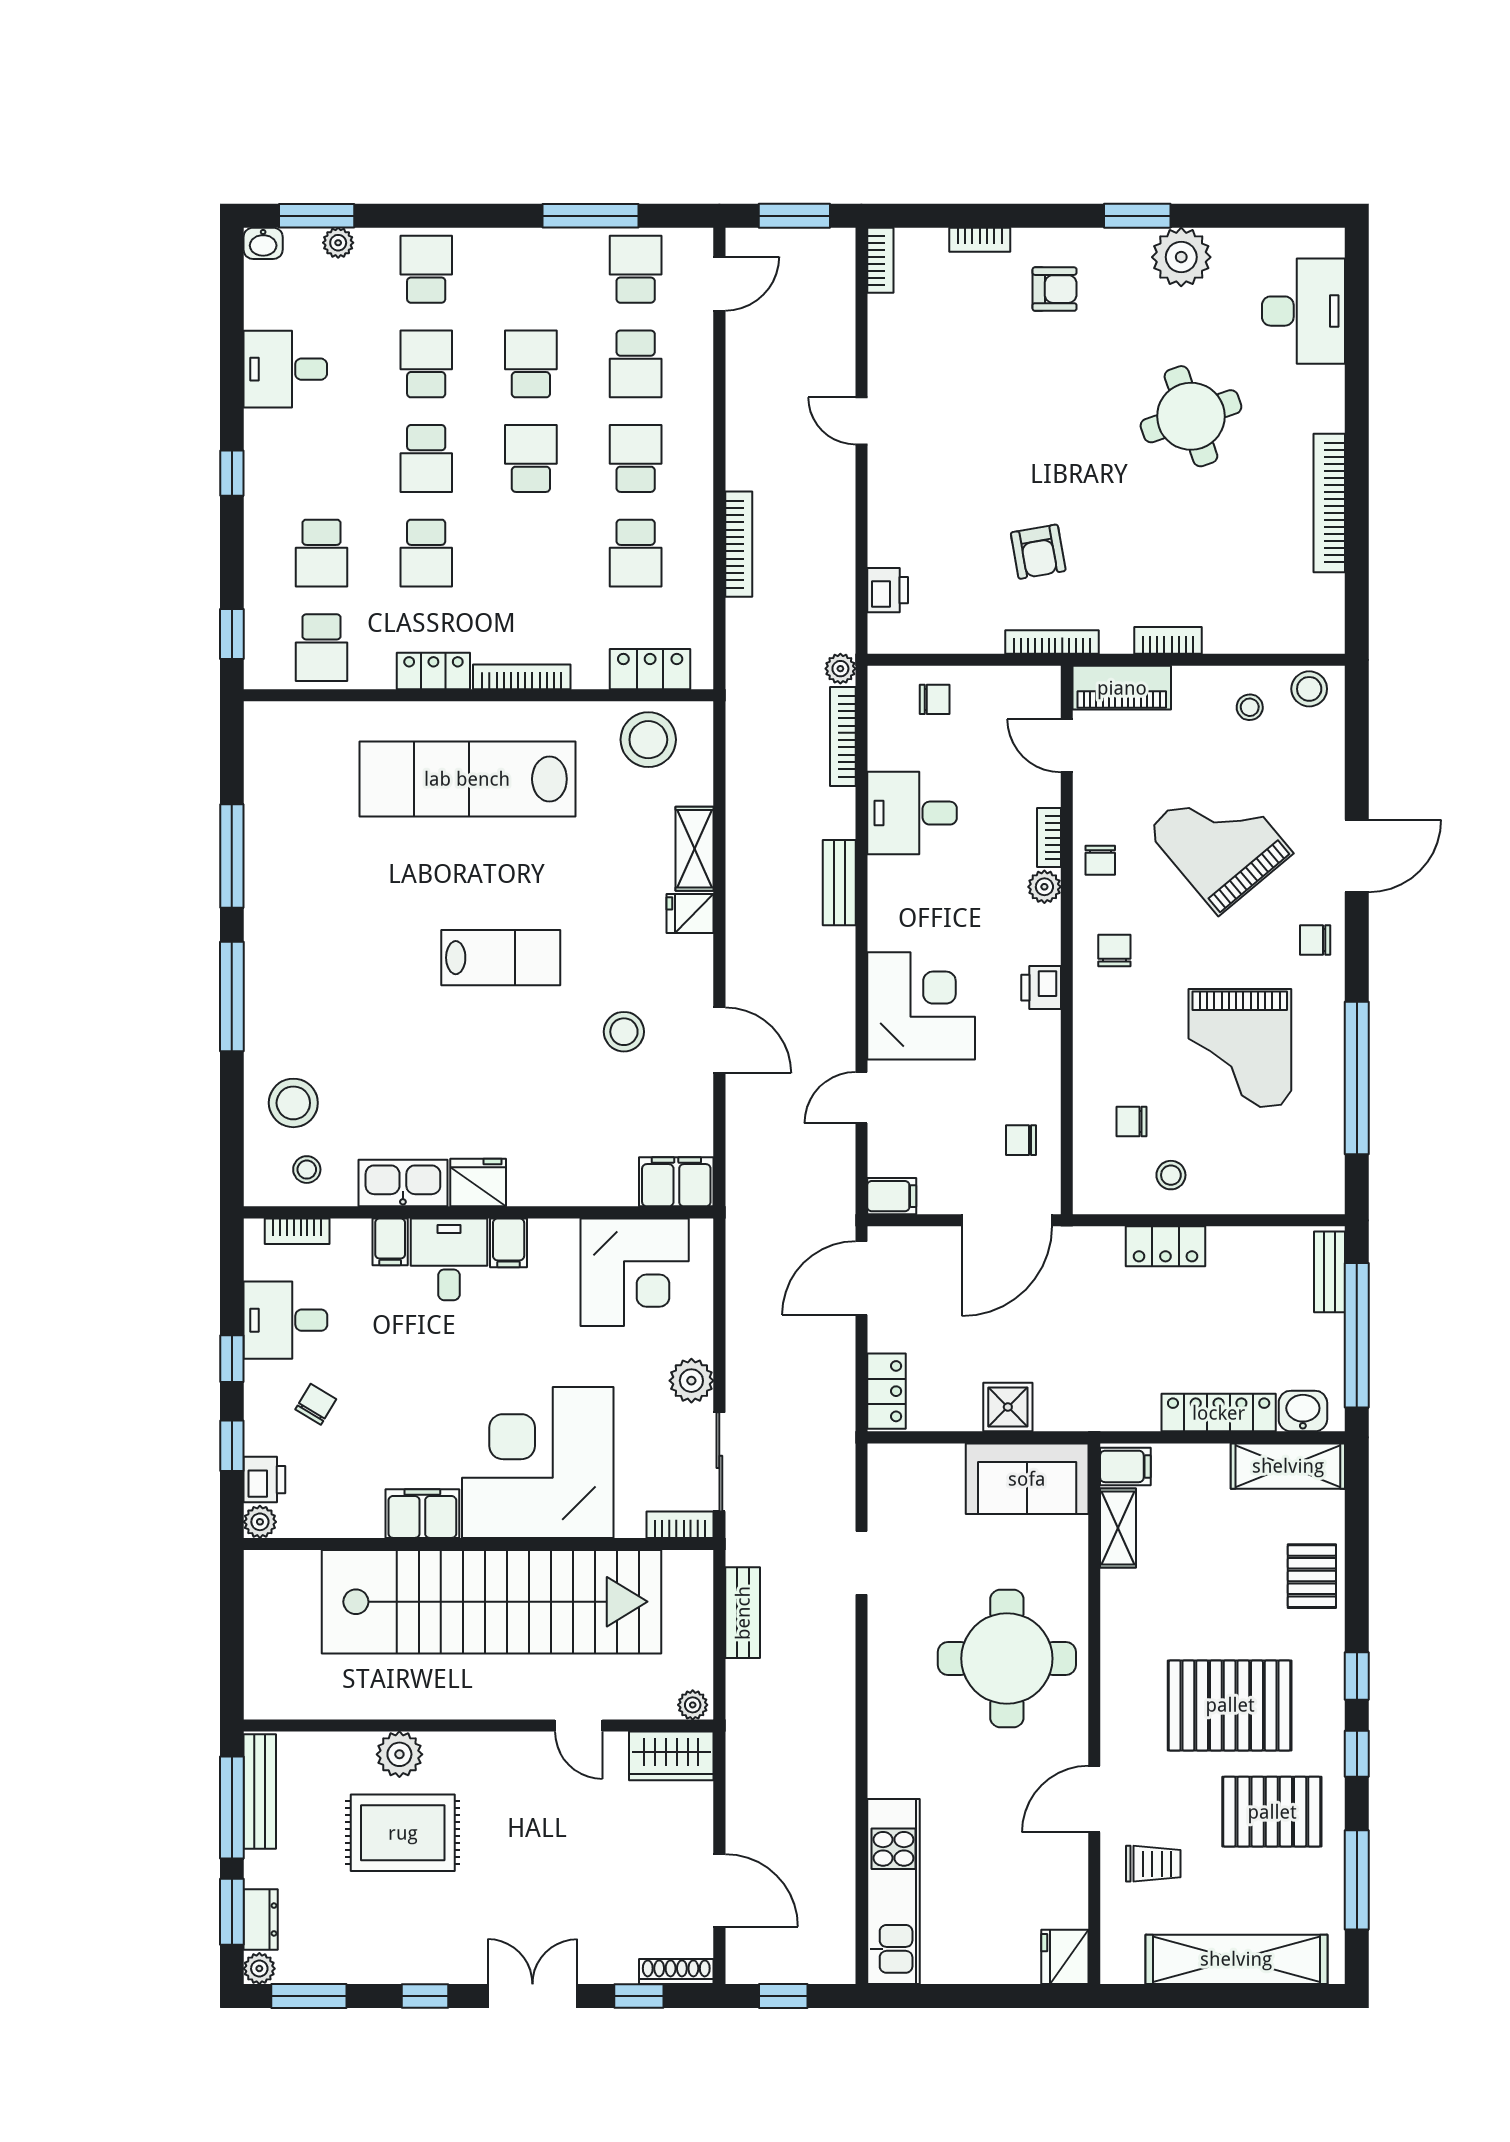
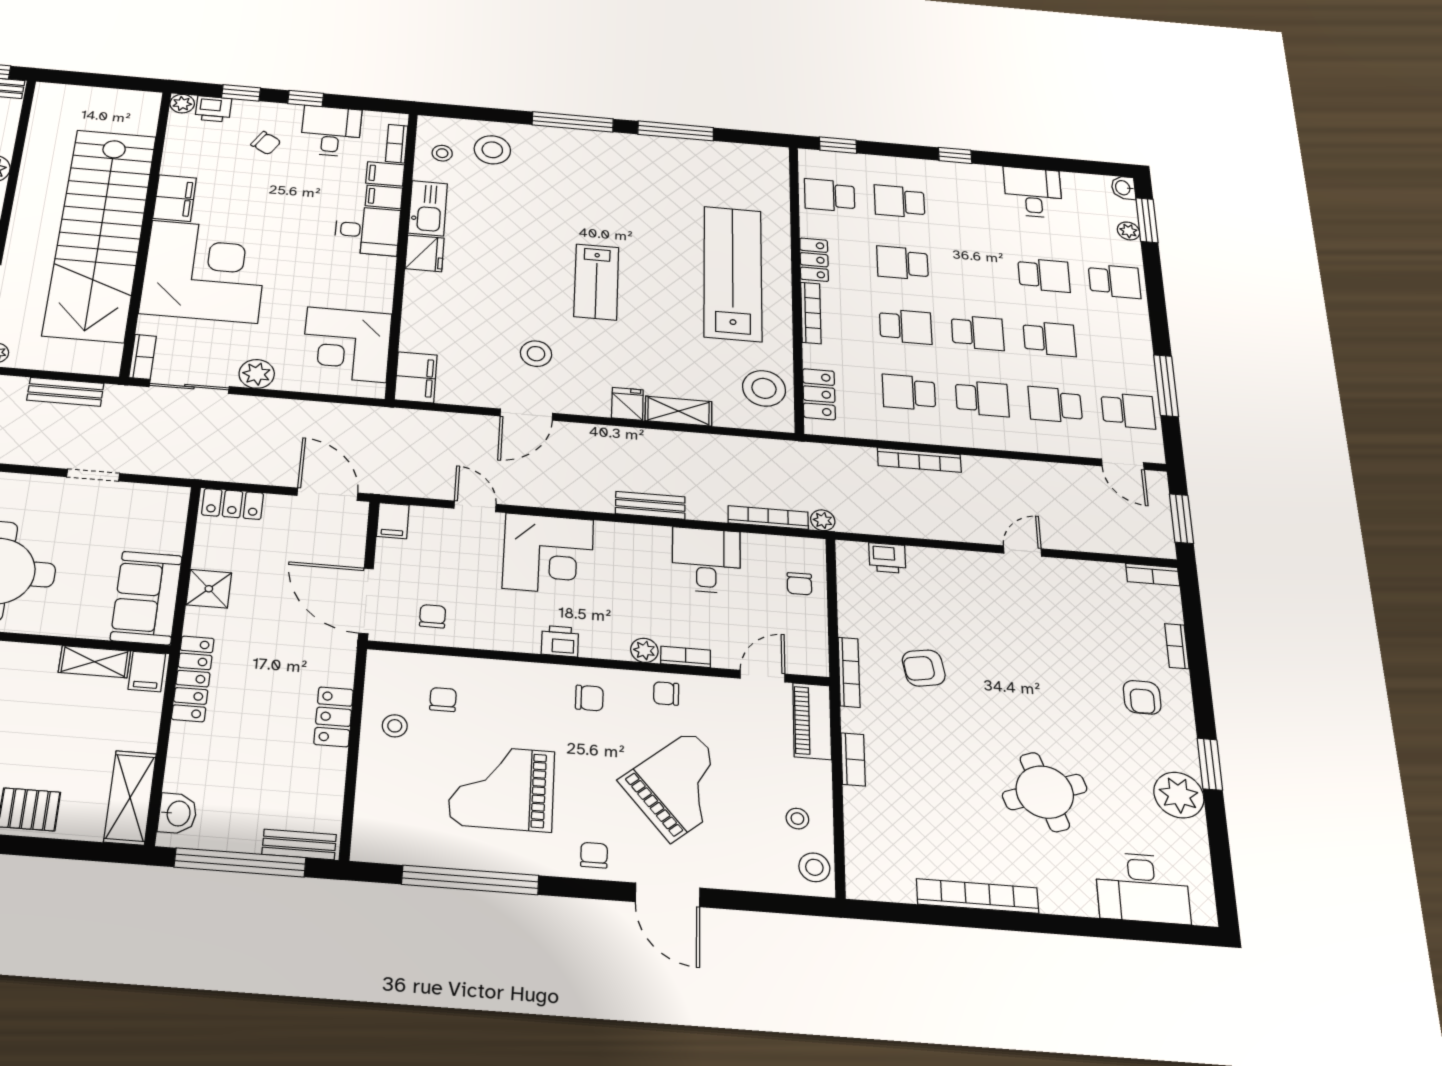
school desk: (426, 458) -> (906, 327), moved, turned 180
filing cabinet: (509, 1243) -> (385, 174), moved
locker: (1219, 1413) -> (193, 679), moved

